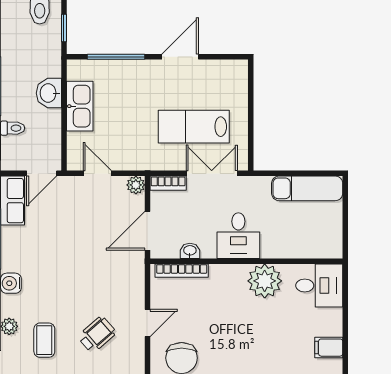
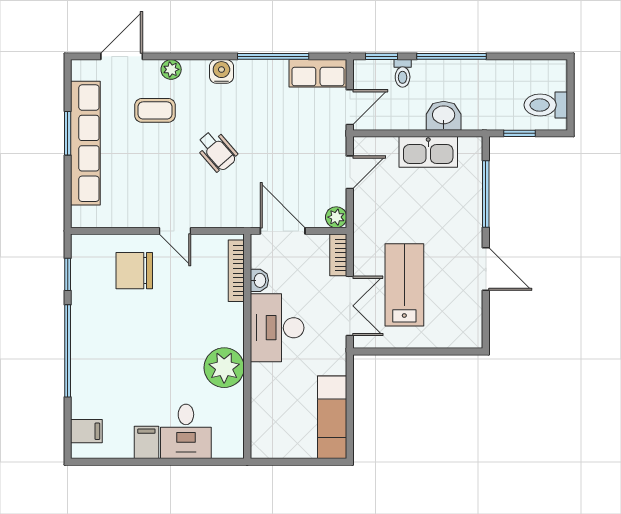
door: (42, 173) -> (350, 107), swing flipped
desk: (238, 236) -> (277, 328), width x1.37
desk: (319, 285) -> (186, 431), moved
wheelchair: (97, 335) -> (217, 151), moved

